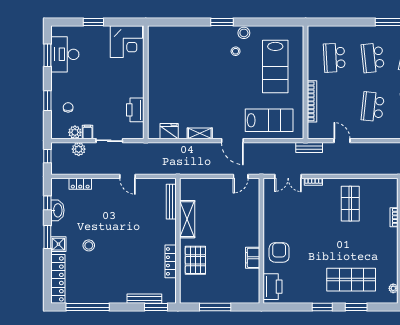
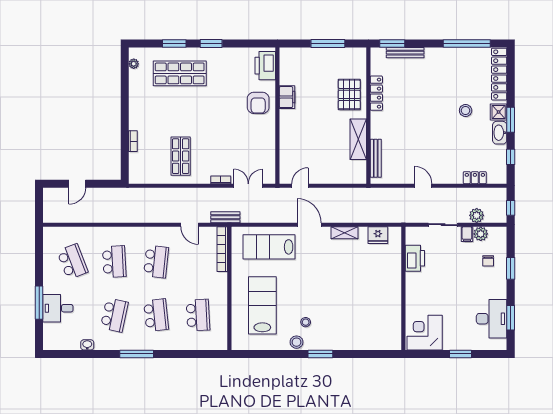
bookcase: (312, 101) -> (222, 249), moved
washbasin: (57, 210) -> (500, 133), moved

